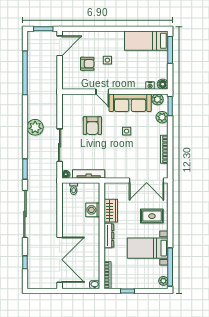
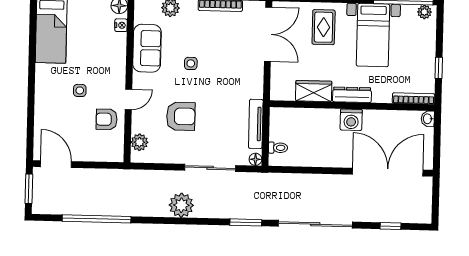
armchair: (87, 64) -> (107, 119), moved, turned -90
plant: (157, 99) -> (139, 142), moved
sofa: (130, 103) -> (147, 48), width x0.73
washing machine: (93, 210) -> (351, 120), moved

